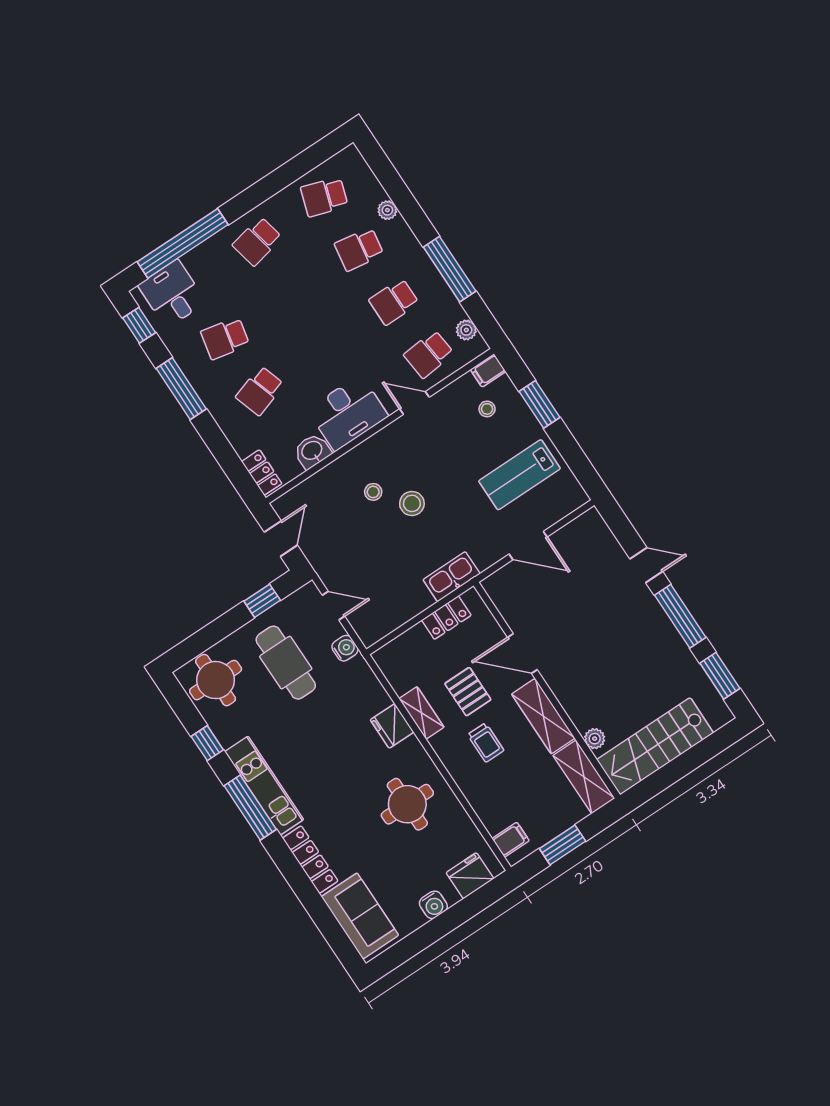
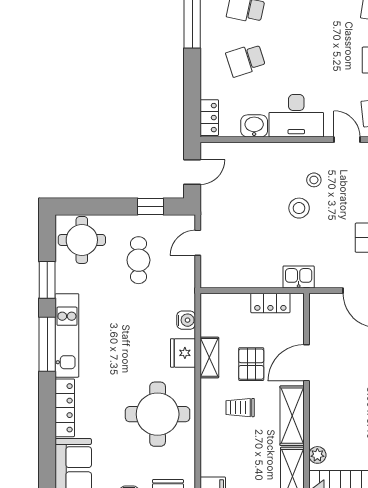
stool: (373, 492) -> (314, 180), moved
kitchen sink: (452, 577) -> (299, 277), width x0.73
door: (334, 606) -> (198, 243), swing flipped
water cooler: (345, 648) -> (186, 320), moved
door: (522, 653) -> (306, 363), hinge flipped
cafe table: (286, 663) -> (138, 260), width x0.73, depth x0.74
window: (207, 743) -> (47, 280), width x1.50
trolley: (486, 743) -> (240, 408), turned 90
round table: (407, 804) -> (158, 414), width x1.36, depth x1.36

